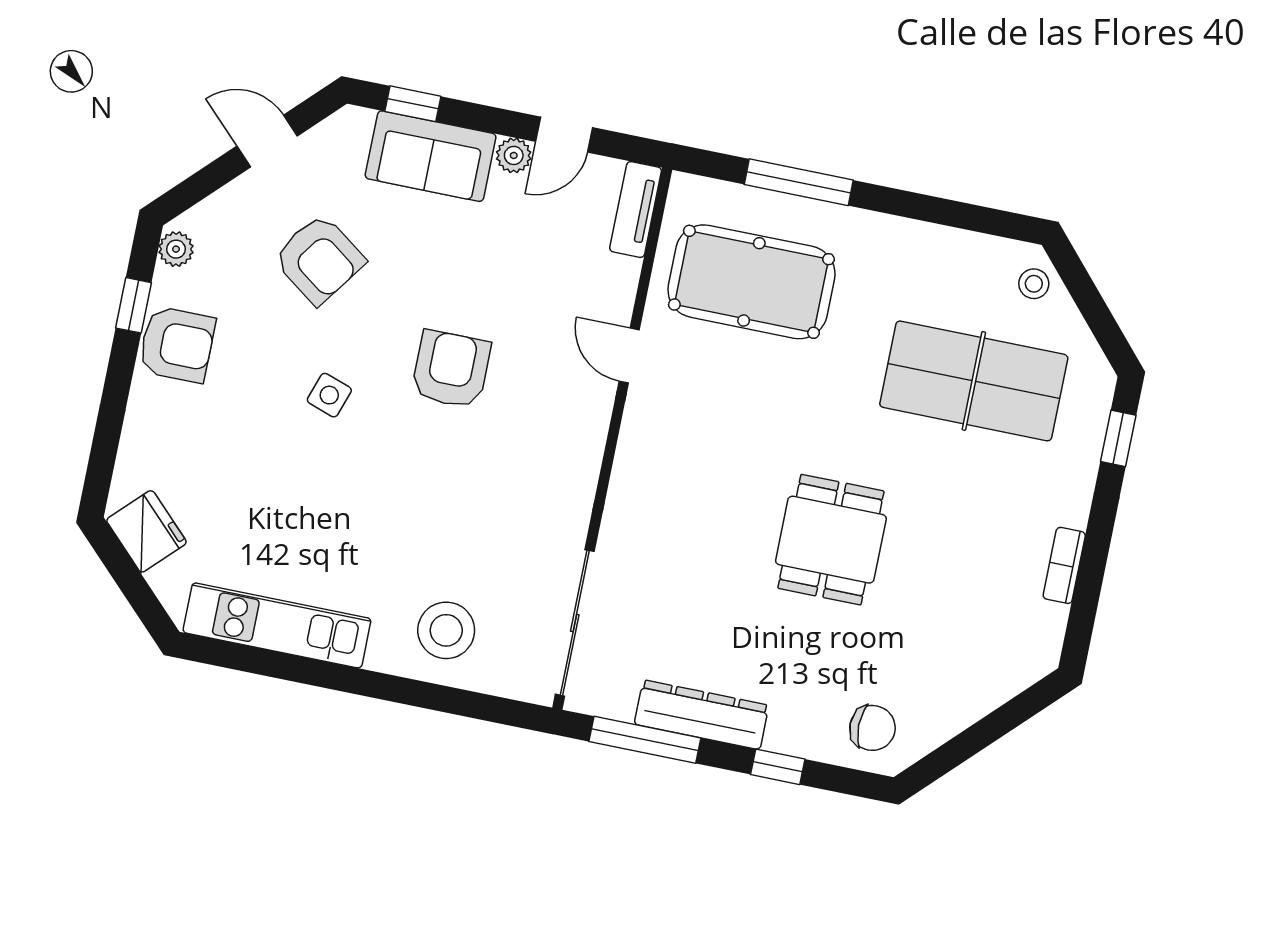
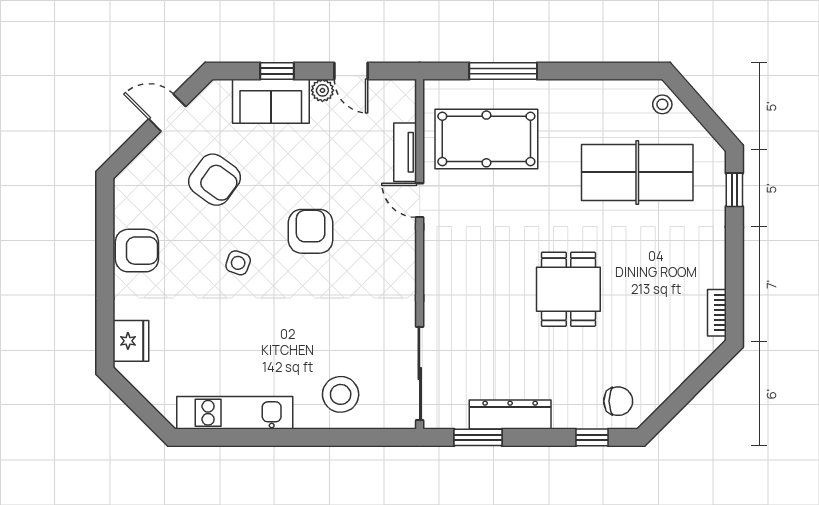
window: (413, 104) -> (277, 71), moved
door: (564, 135) -> (351, 71), hinge flipped
tv unit: (636, 210) -> (405, 152), moved
plant: (176, 249) -> (124, 191), removed
window: (133, 305) -> (105, 232), removed
fridge: (146, 531) -> (131, 341), moved, turned 45
bookcase: (1064, 565) -> (717, 313), moved
window: (645, 740) -> (478, 437), width x0.69
window: (778, 767) -> (592, 437), moved

